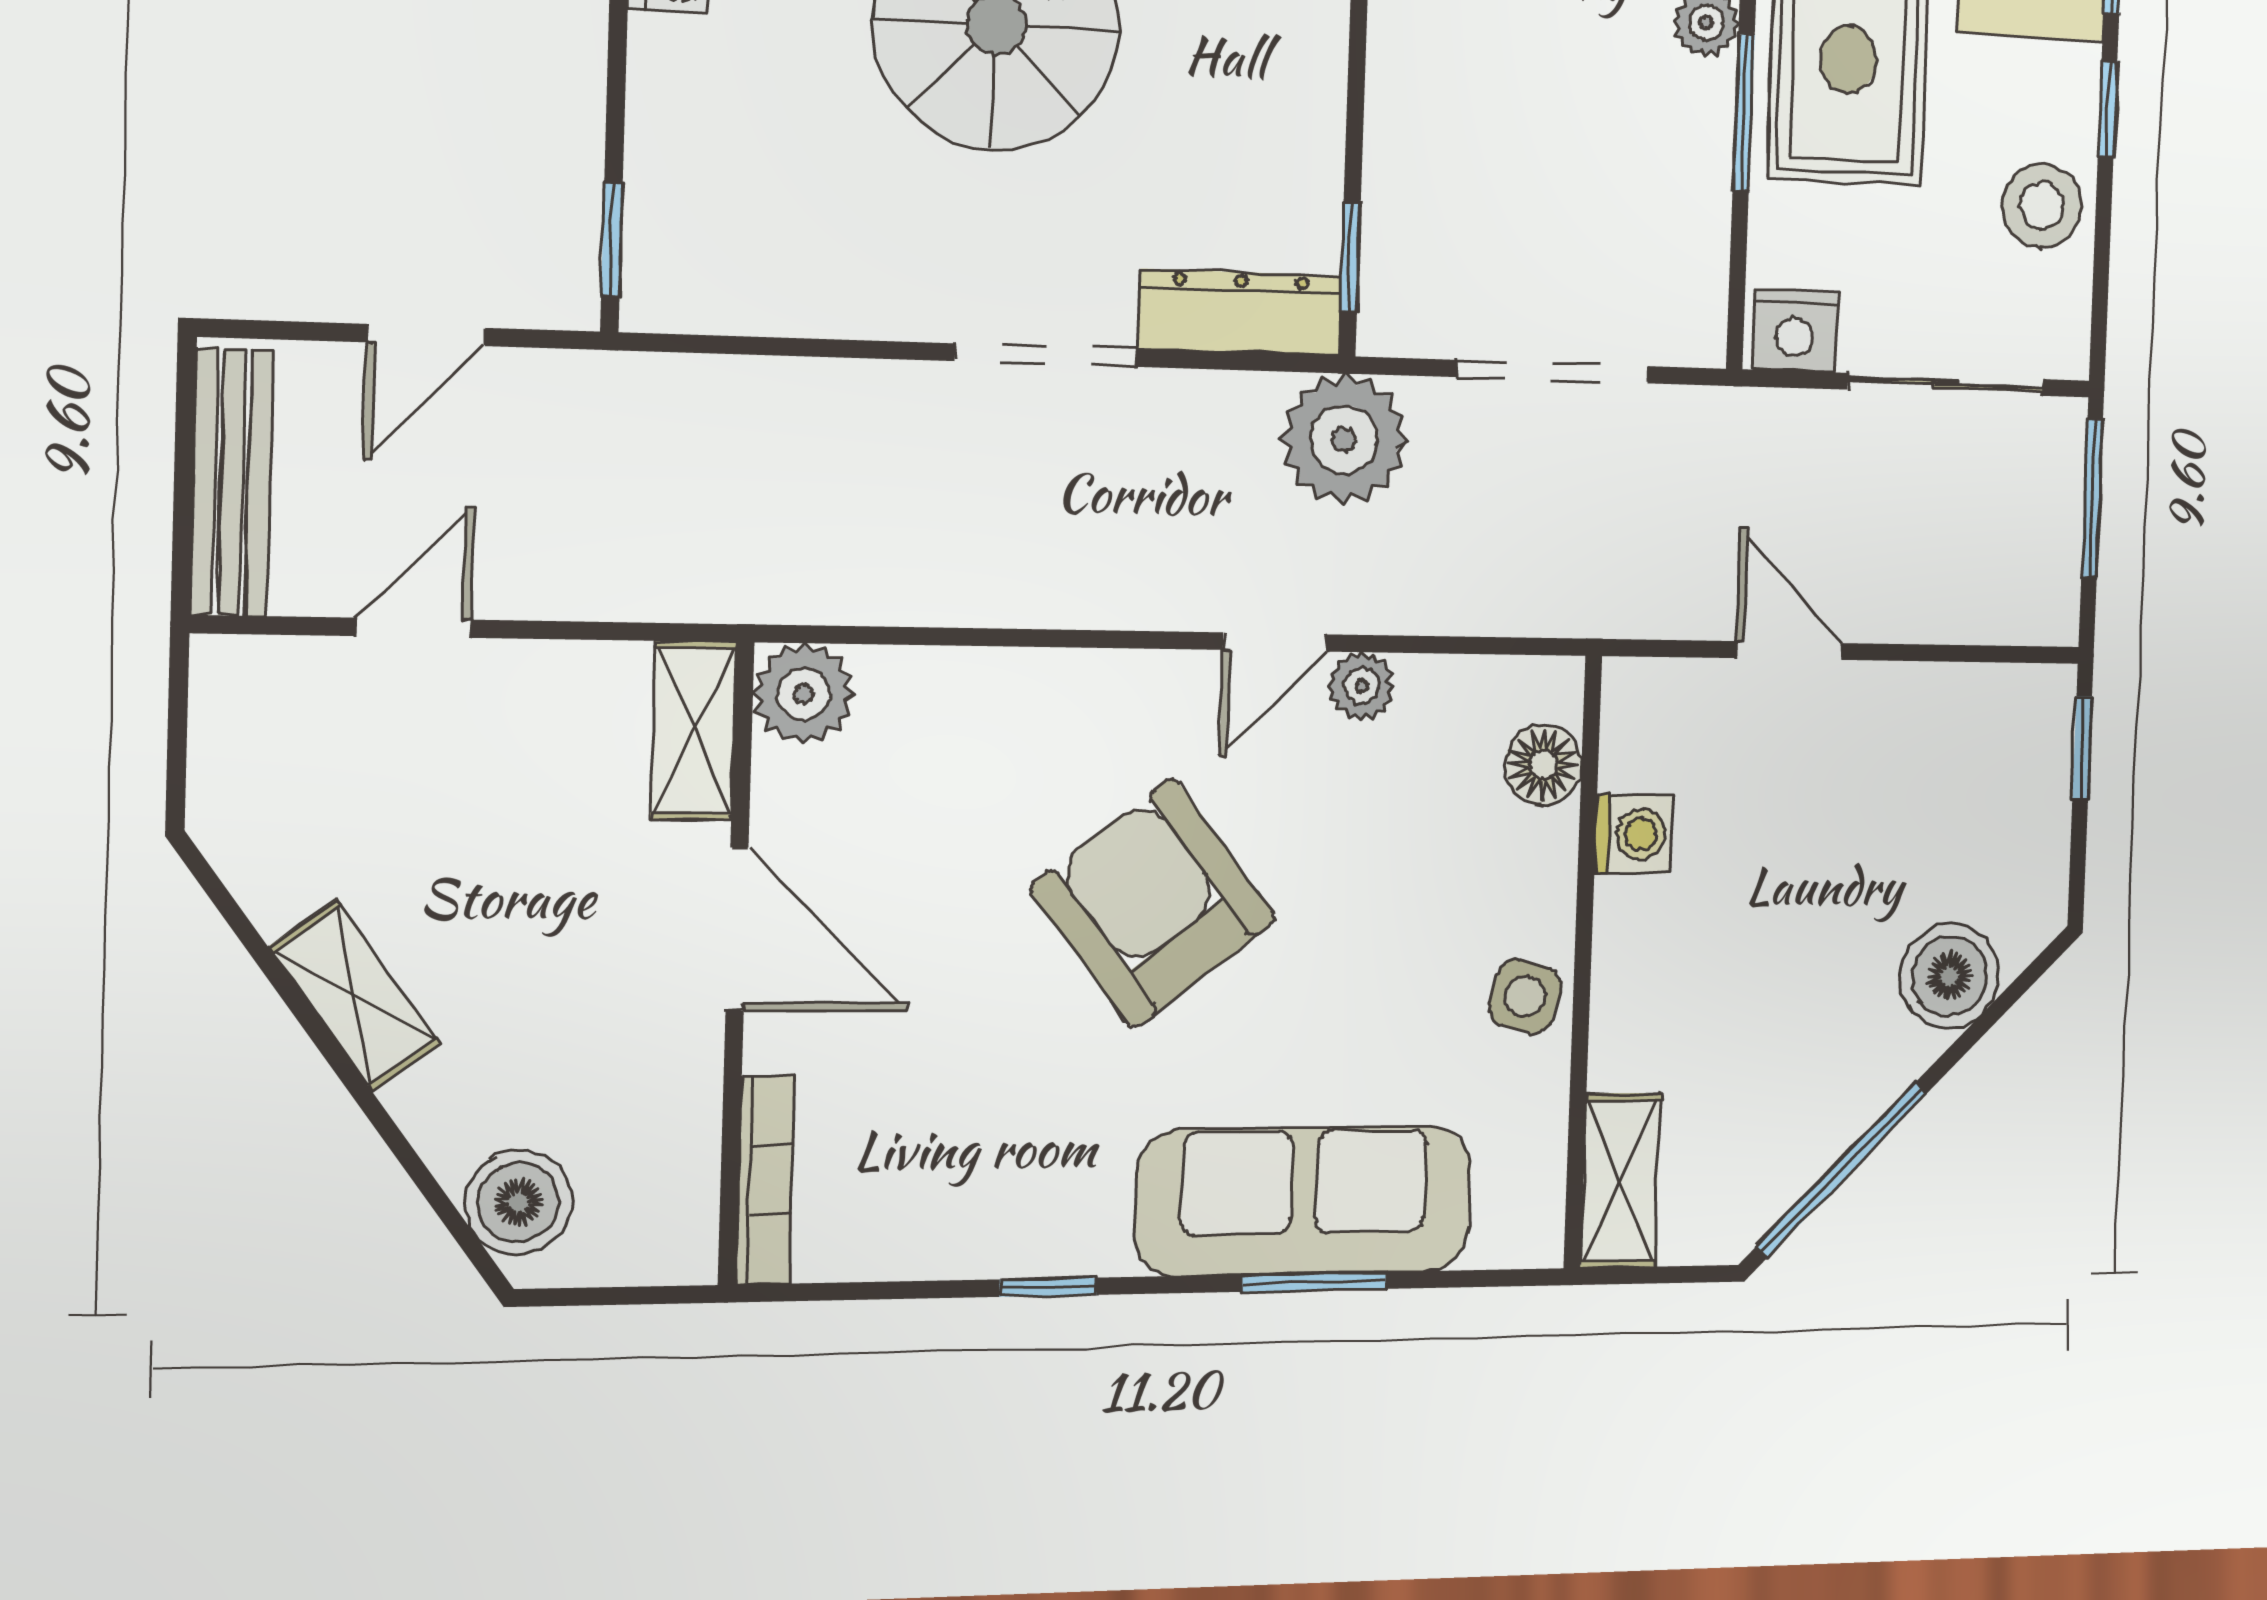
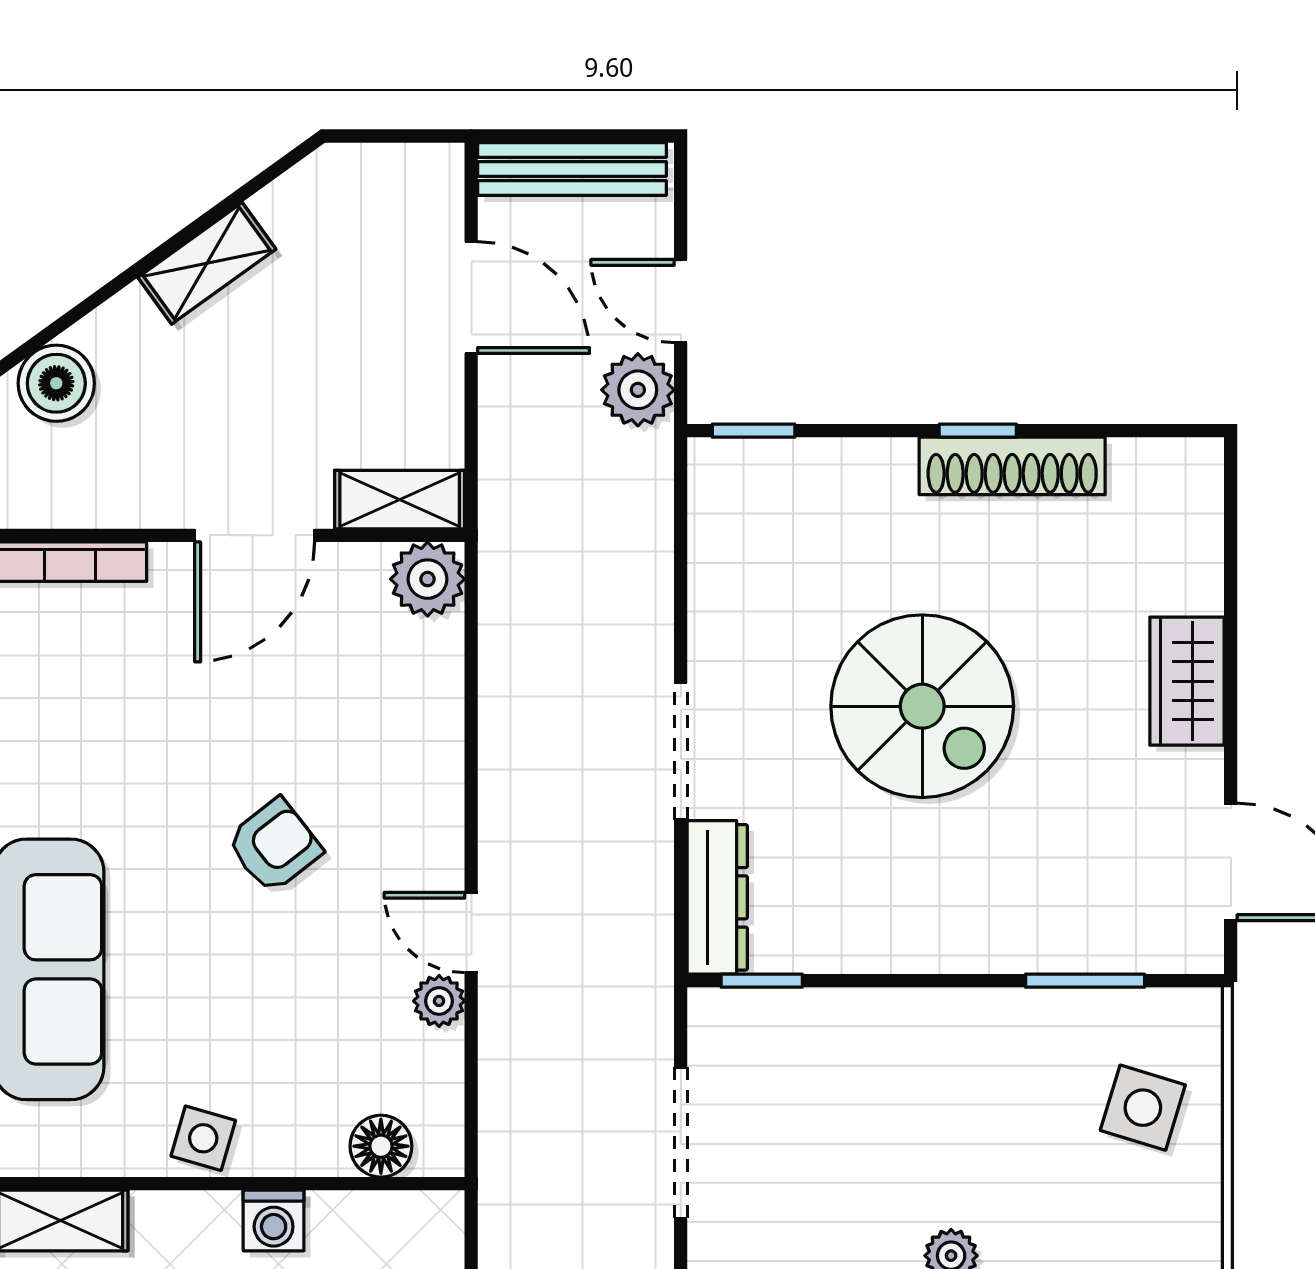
plant: (1344, 439) -> (638, 390), moved, width x0.73, depth x0.73
door: (413, 628) -> (471, 298), width x1.37
washing machine: (1633, 834) -> (274, 1221), moved
armchair: (1153, 903) -> (274, 846), width x0.53, depth x0.53

